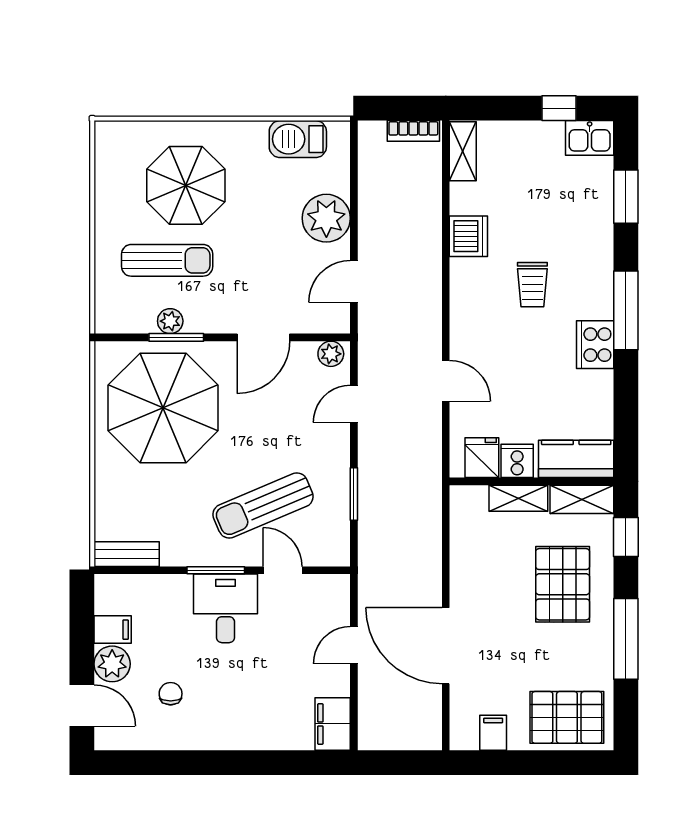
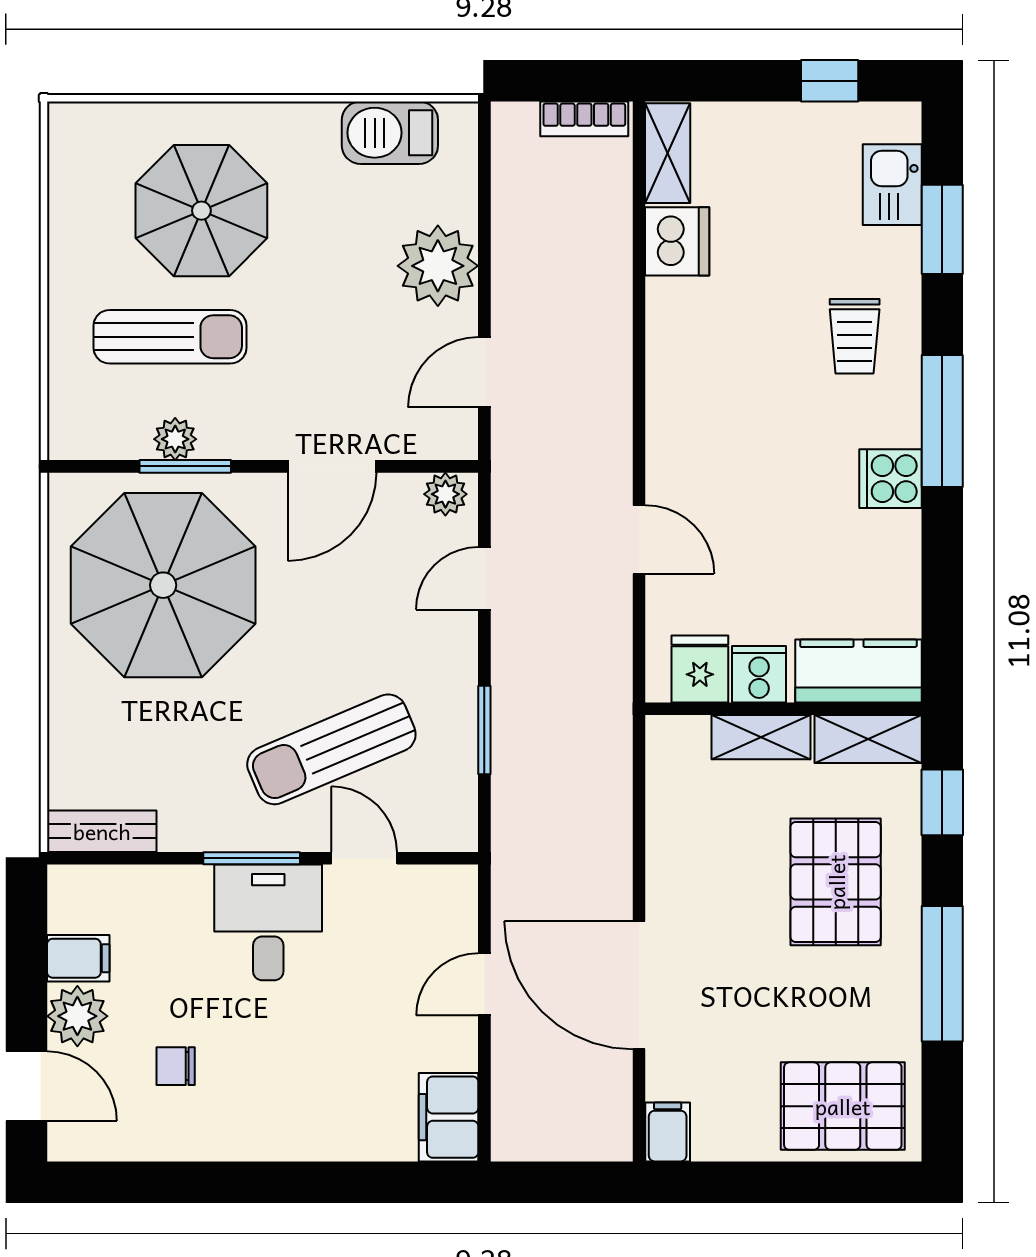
kitchen sink: (590, 138) -> (892, 185), moved, turned 90
dishwasher: (468, 236) -> (677, 241), moved
trolley: (532, 285) -> (855, 336), moved
cooker: (595, 345) -> (890, 479), width x0.73
chair: (171, 694) -> (176, 1066), turned -90
filing cabinet: (493, 733) -> (668, 1132), moved

